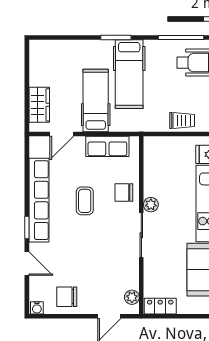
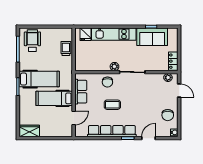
wardrobe: (39, 105) -> (29, 131), moved
door: (62, 134) -> (74, 118), hinge flipped

